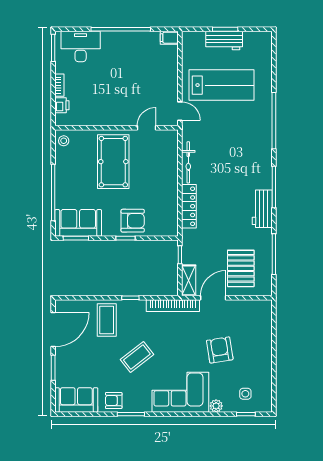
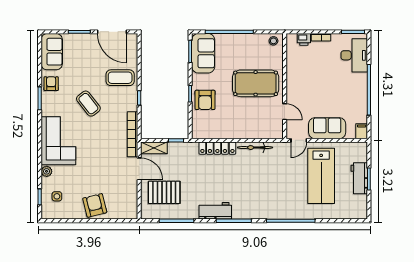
sofa: (166, 78) -> (327, 128), added
armchair: (220, 350) -> (95, 205), moved, turned -95

